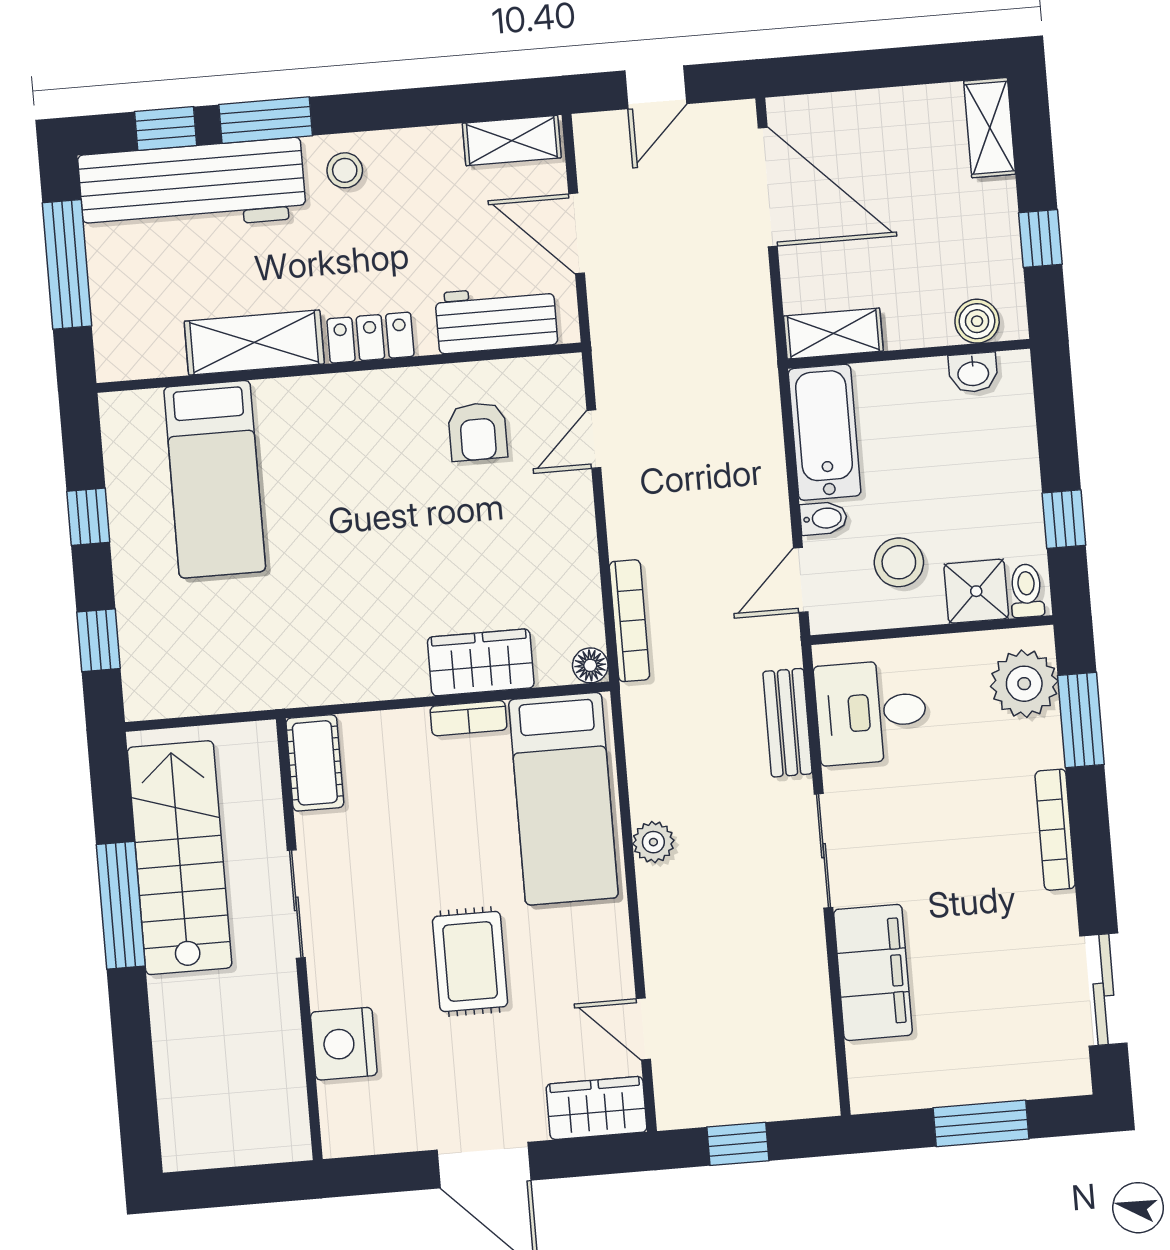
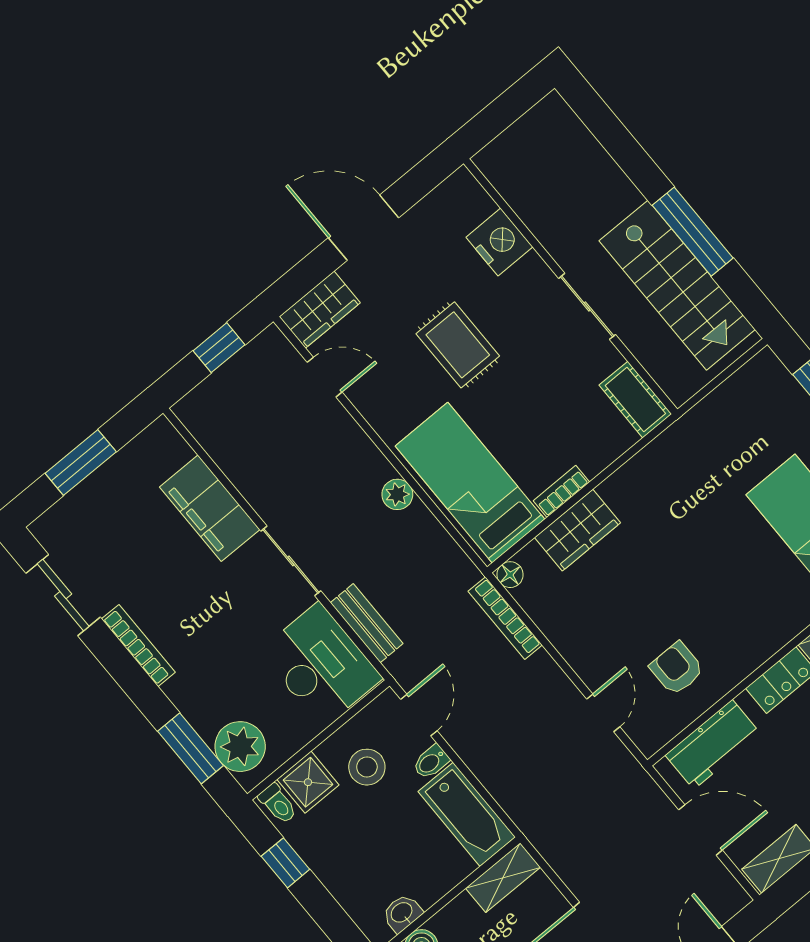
desk: (871, 712) -> (321, 665), width x1.37
bookcase: (1055, 830) -> (138, 646), moved

